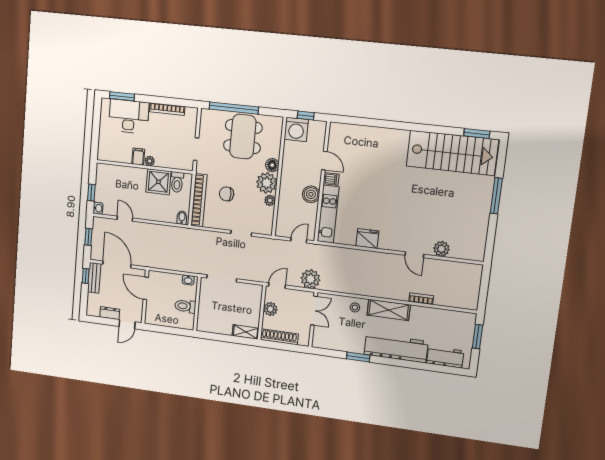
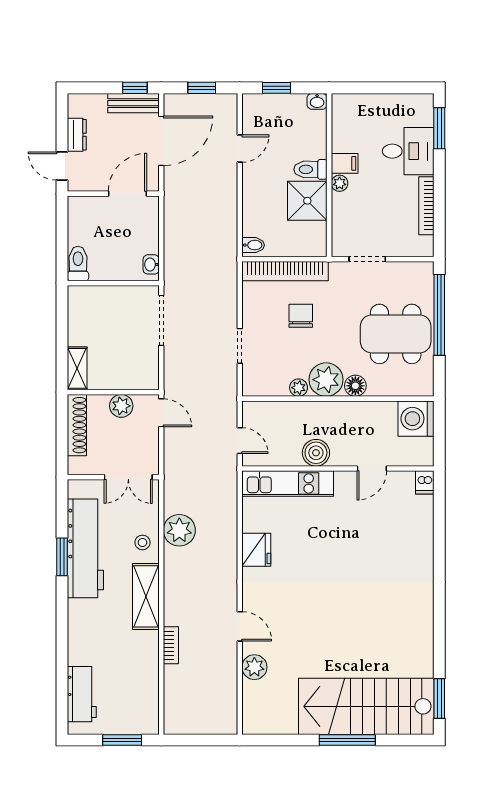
desk: (129, 116) -> (408, 151), width x0.73
window: (306, 116) -> (439, 431), removed
stairs: (452, 153) -> (366, 706), moved, turned 90
dishwasher: (331, 179) -> (425, 482), moved
toilet: (177, 182) -> (310, 169), moved
washbasin: (98, 208) -> (317, 101), moved
door: (414, 255) -> (240, 626), swing flipped
plant: (310, 279) -> (179, 530), moved
toilet: (185, 306) -> (78, 264), moved
workbench: (396, 348) -> (85, 548), moved

